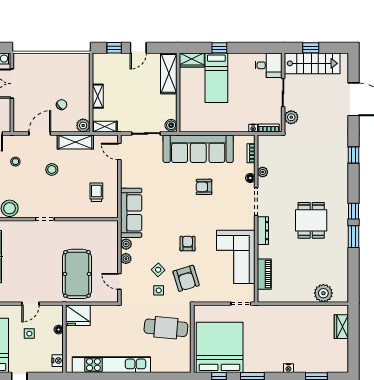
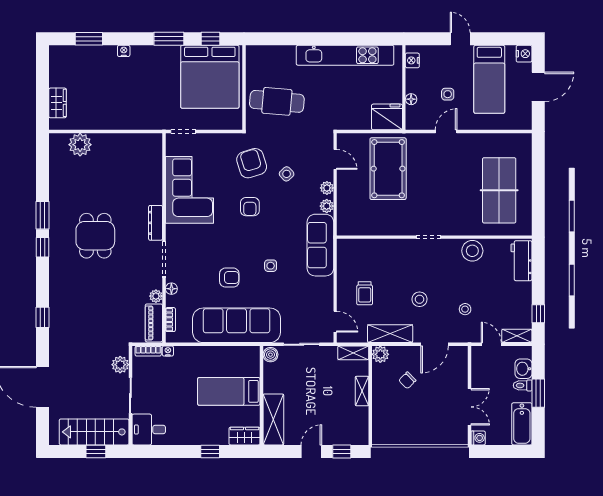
bed: (216, 78) -> (229, 391), moved, turned -90
trolley: (96, 192) -> (365, 293), moved
piano: (264, 274) -> (154, 323), moved
side table: (159, 290) -> (271, 266), moved

